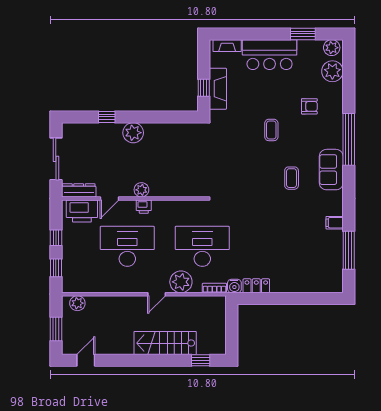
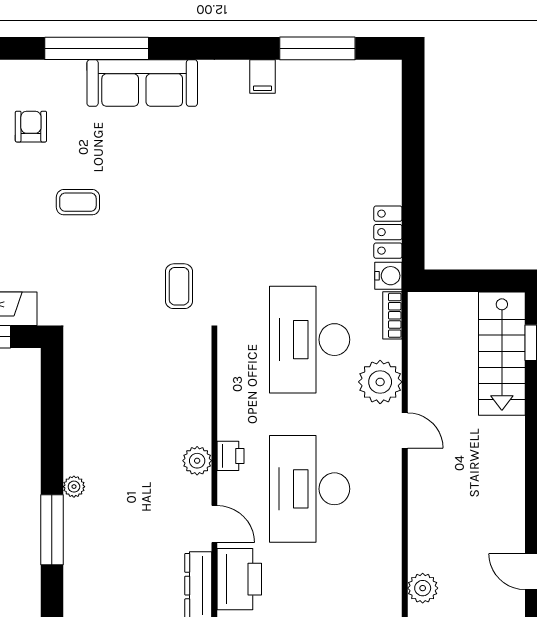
window: (107, 117) -> (52, 530), width x2.17
plant: (133, 133) -> (74, 487), width x0.53, depth x0.53
sofa: (331, 170) -> (142, 83), width x1.36
coffee table: (292, 178) -> (179, 286), moved, turned 90
stairs: (165, 343) -> (502, 354), moved

